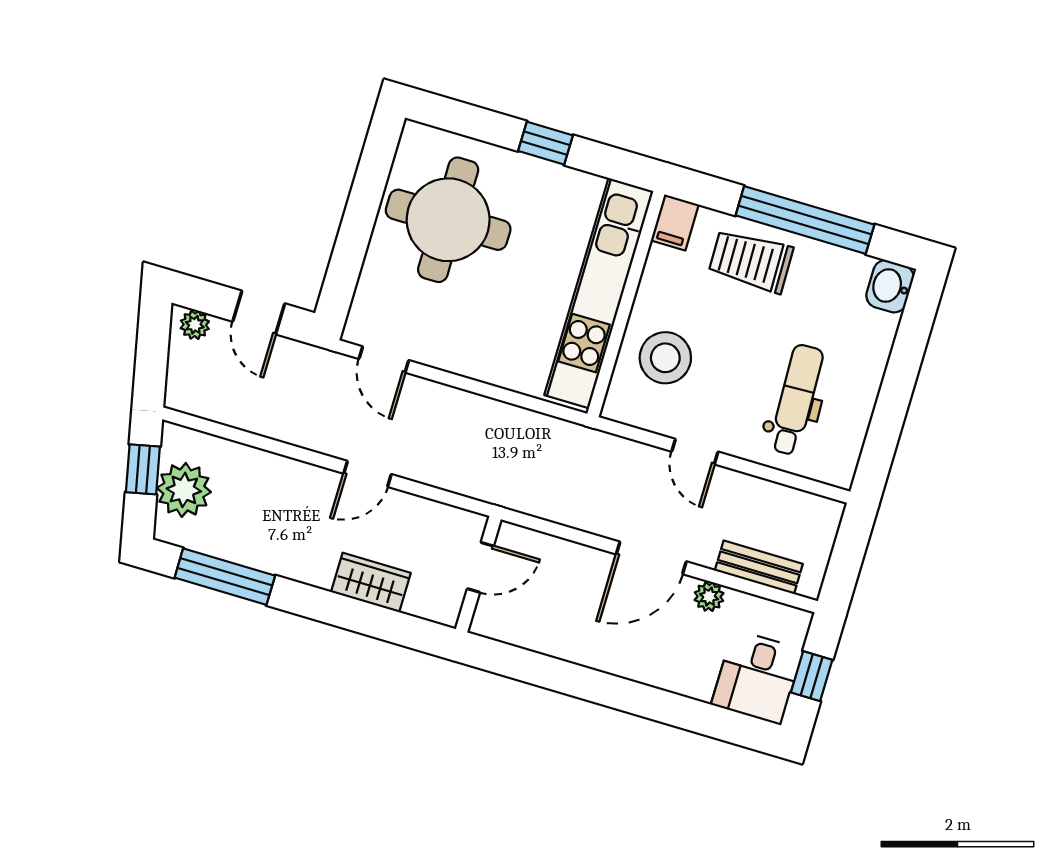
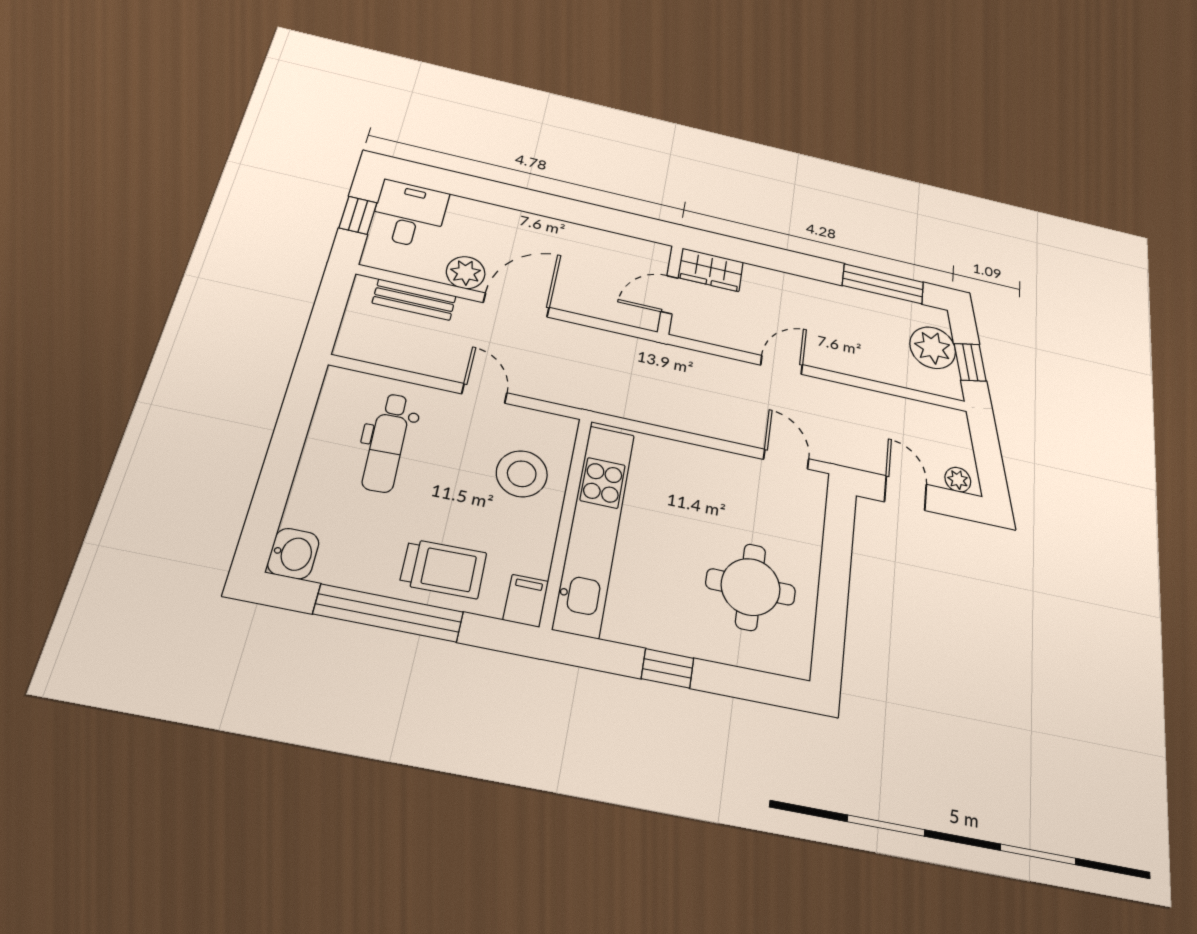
round table: (448, 220) -> (751, 587), width x0.73, depth x0.73
wardrobe: (371, 582) -> (711, 270), moved
plant: (709, 597) -> (466, 273), width x1.38, depth x1.38

